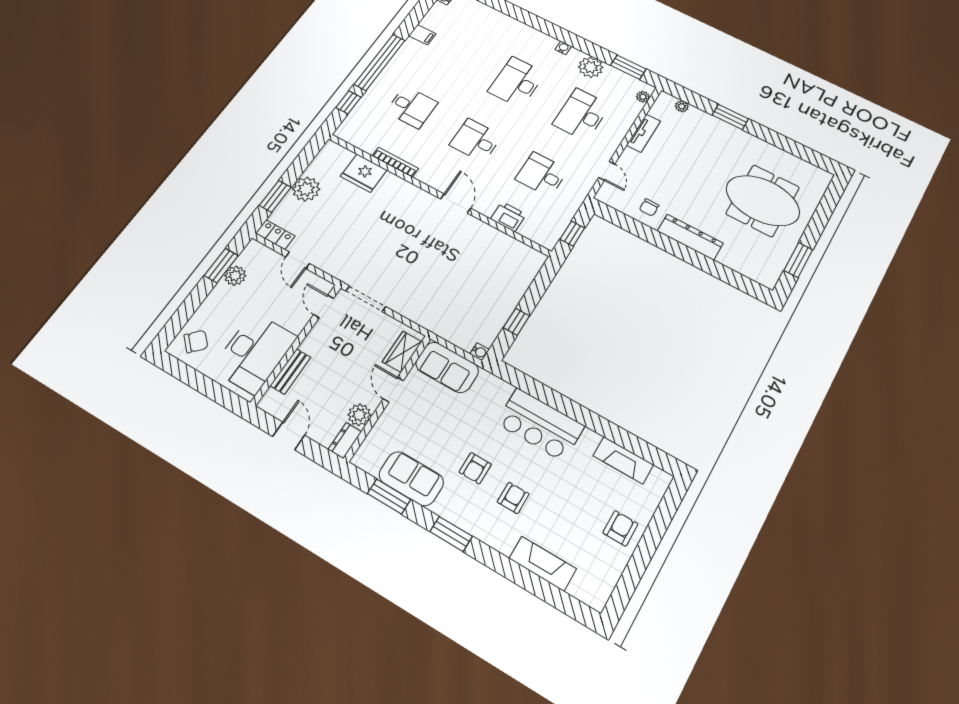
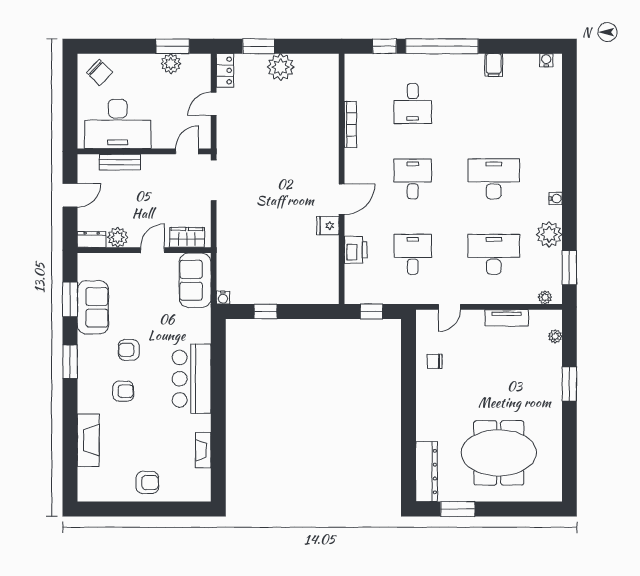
fridge: (364, 173) -> (328, 226), moved, width x0.53, depth x0.75
meeting table: (763, 201) -> (499, 453), turned 90
dresser: (690, 237) -> (426, 472), moved
fireplace: (623, 460) -> (203, 450), width x0.73, depth x0.76

